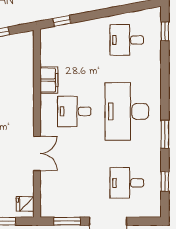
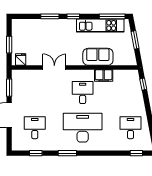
sofa: (21, 89) -> (98, 57), added
double door: (37, 153) -> (54, 68), swing flipped

